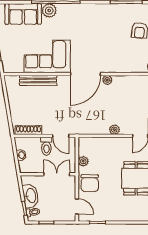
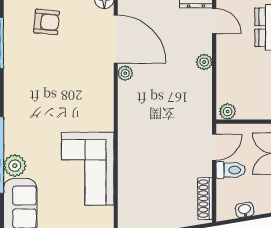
door: (85, 74) -> (116, 39), moved
bench: (38, 80) -> (126, 183), removed
plant: (83, 161) -> (228, 112), moved

